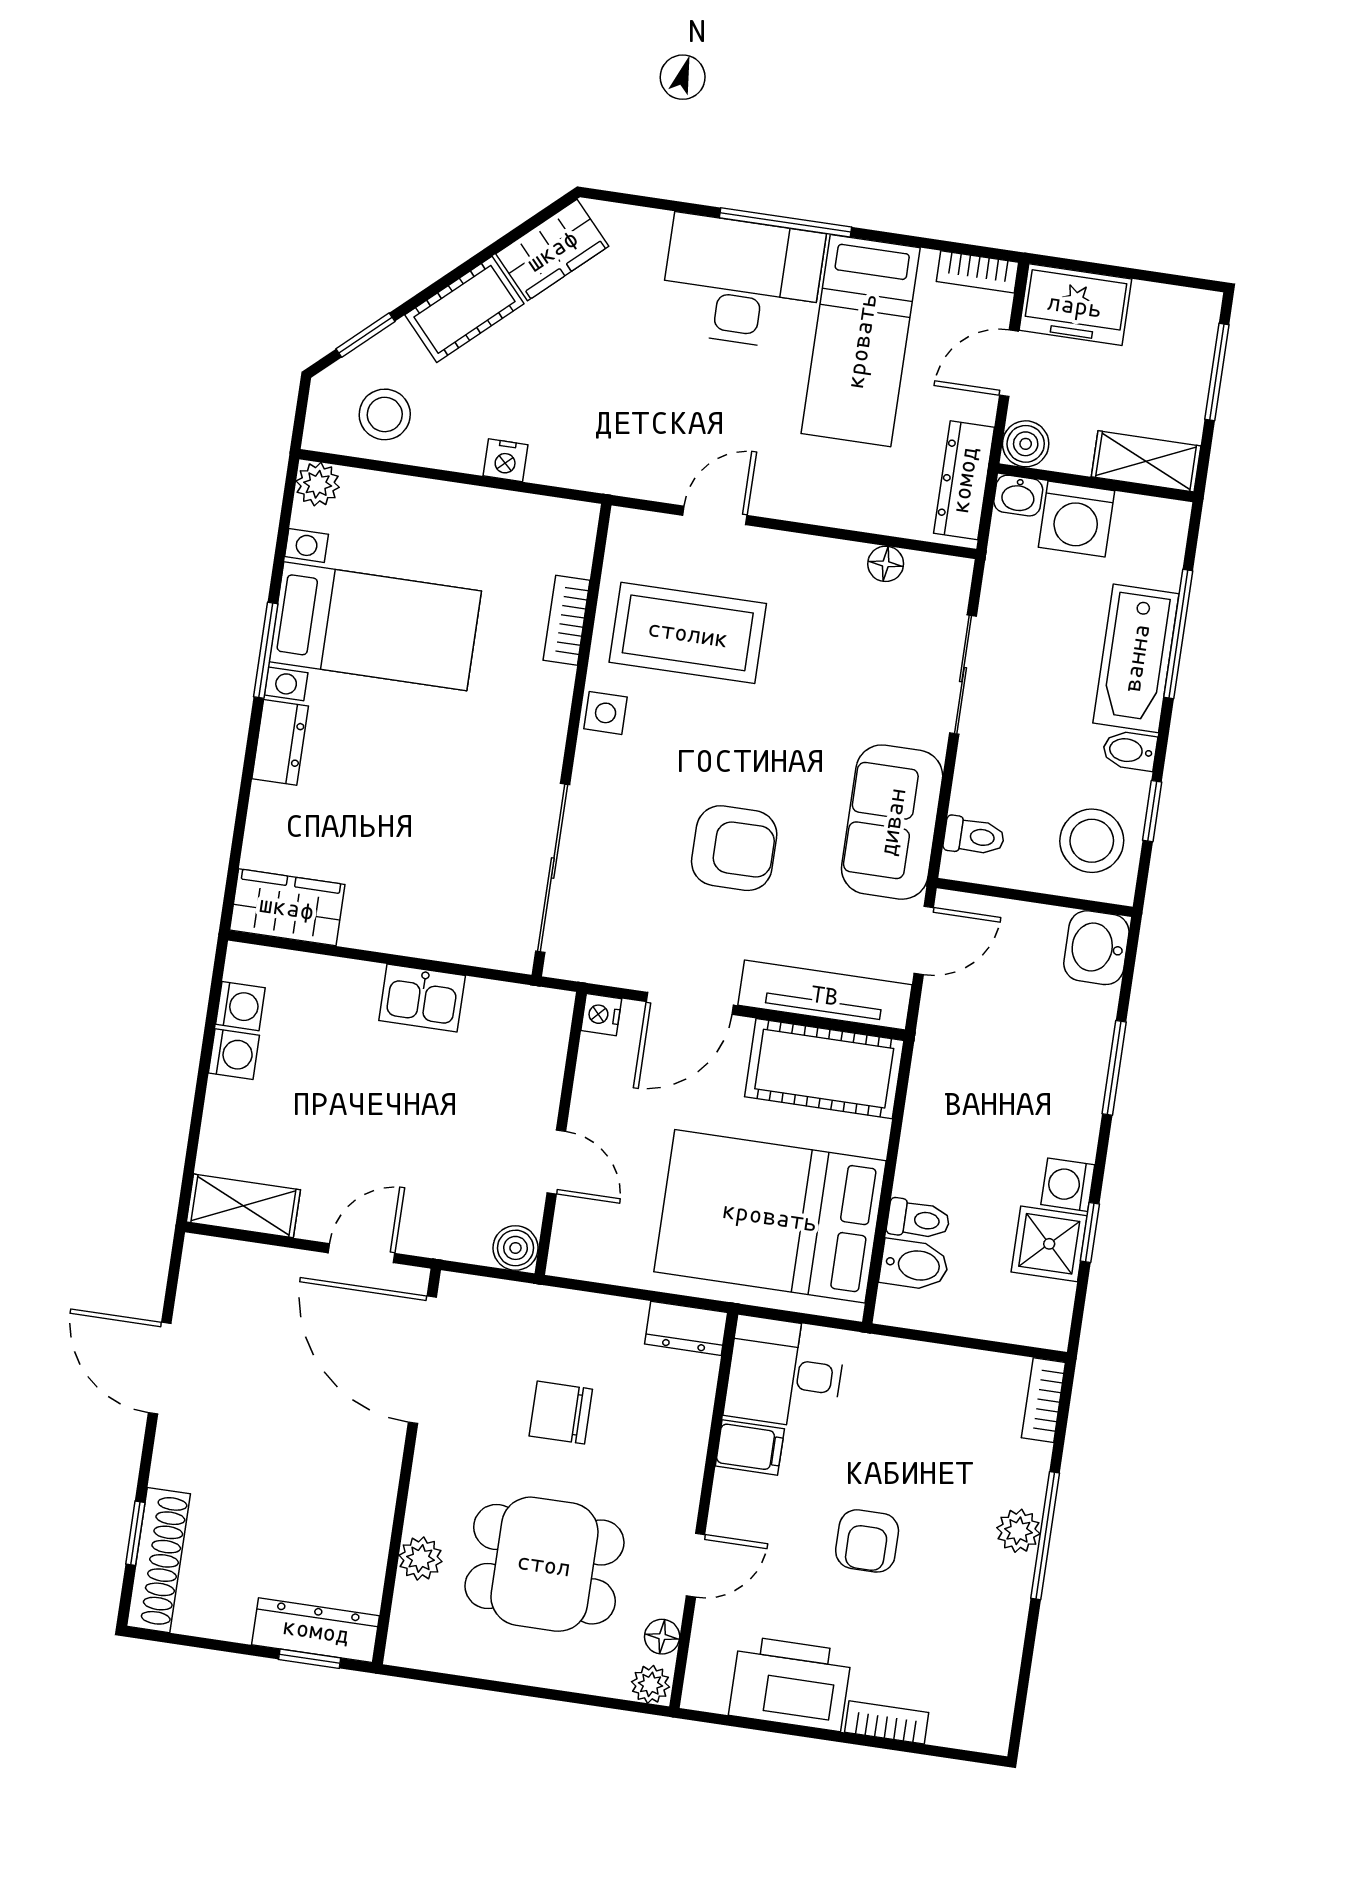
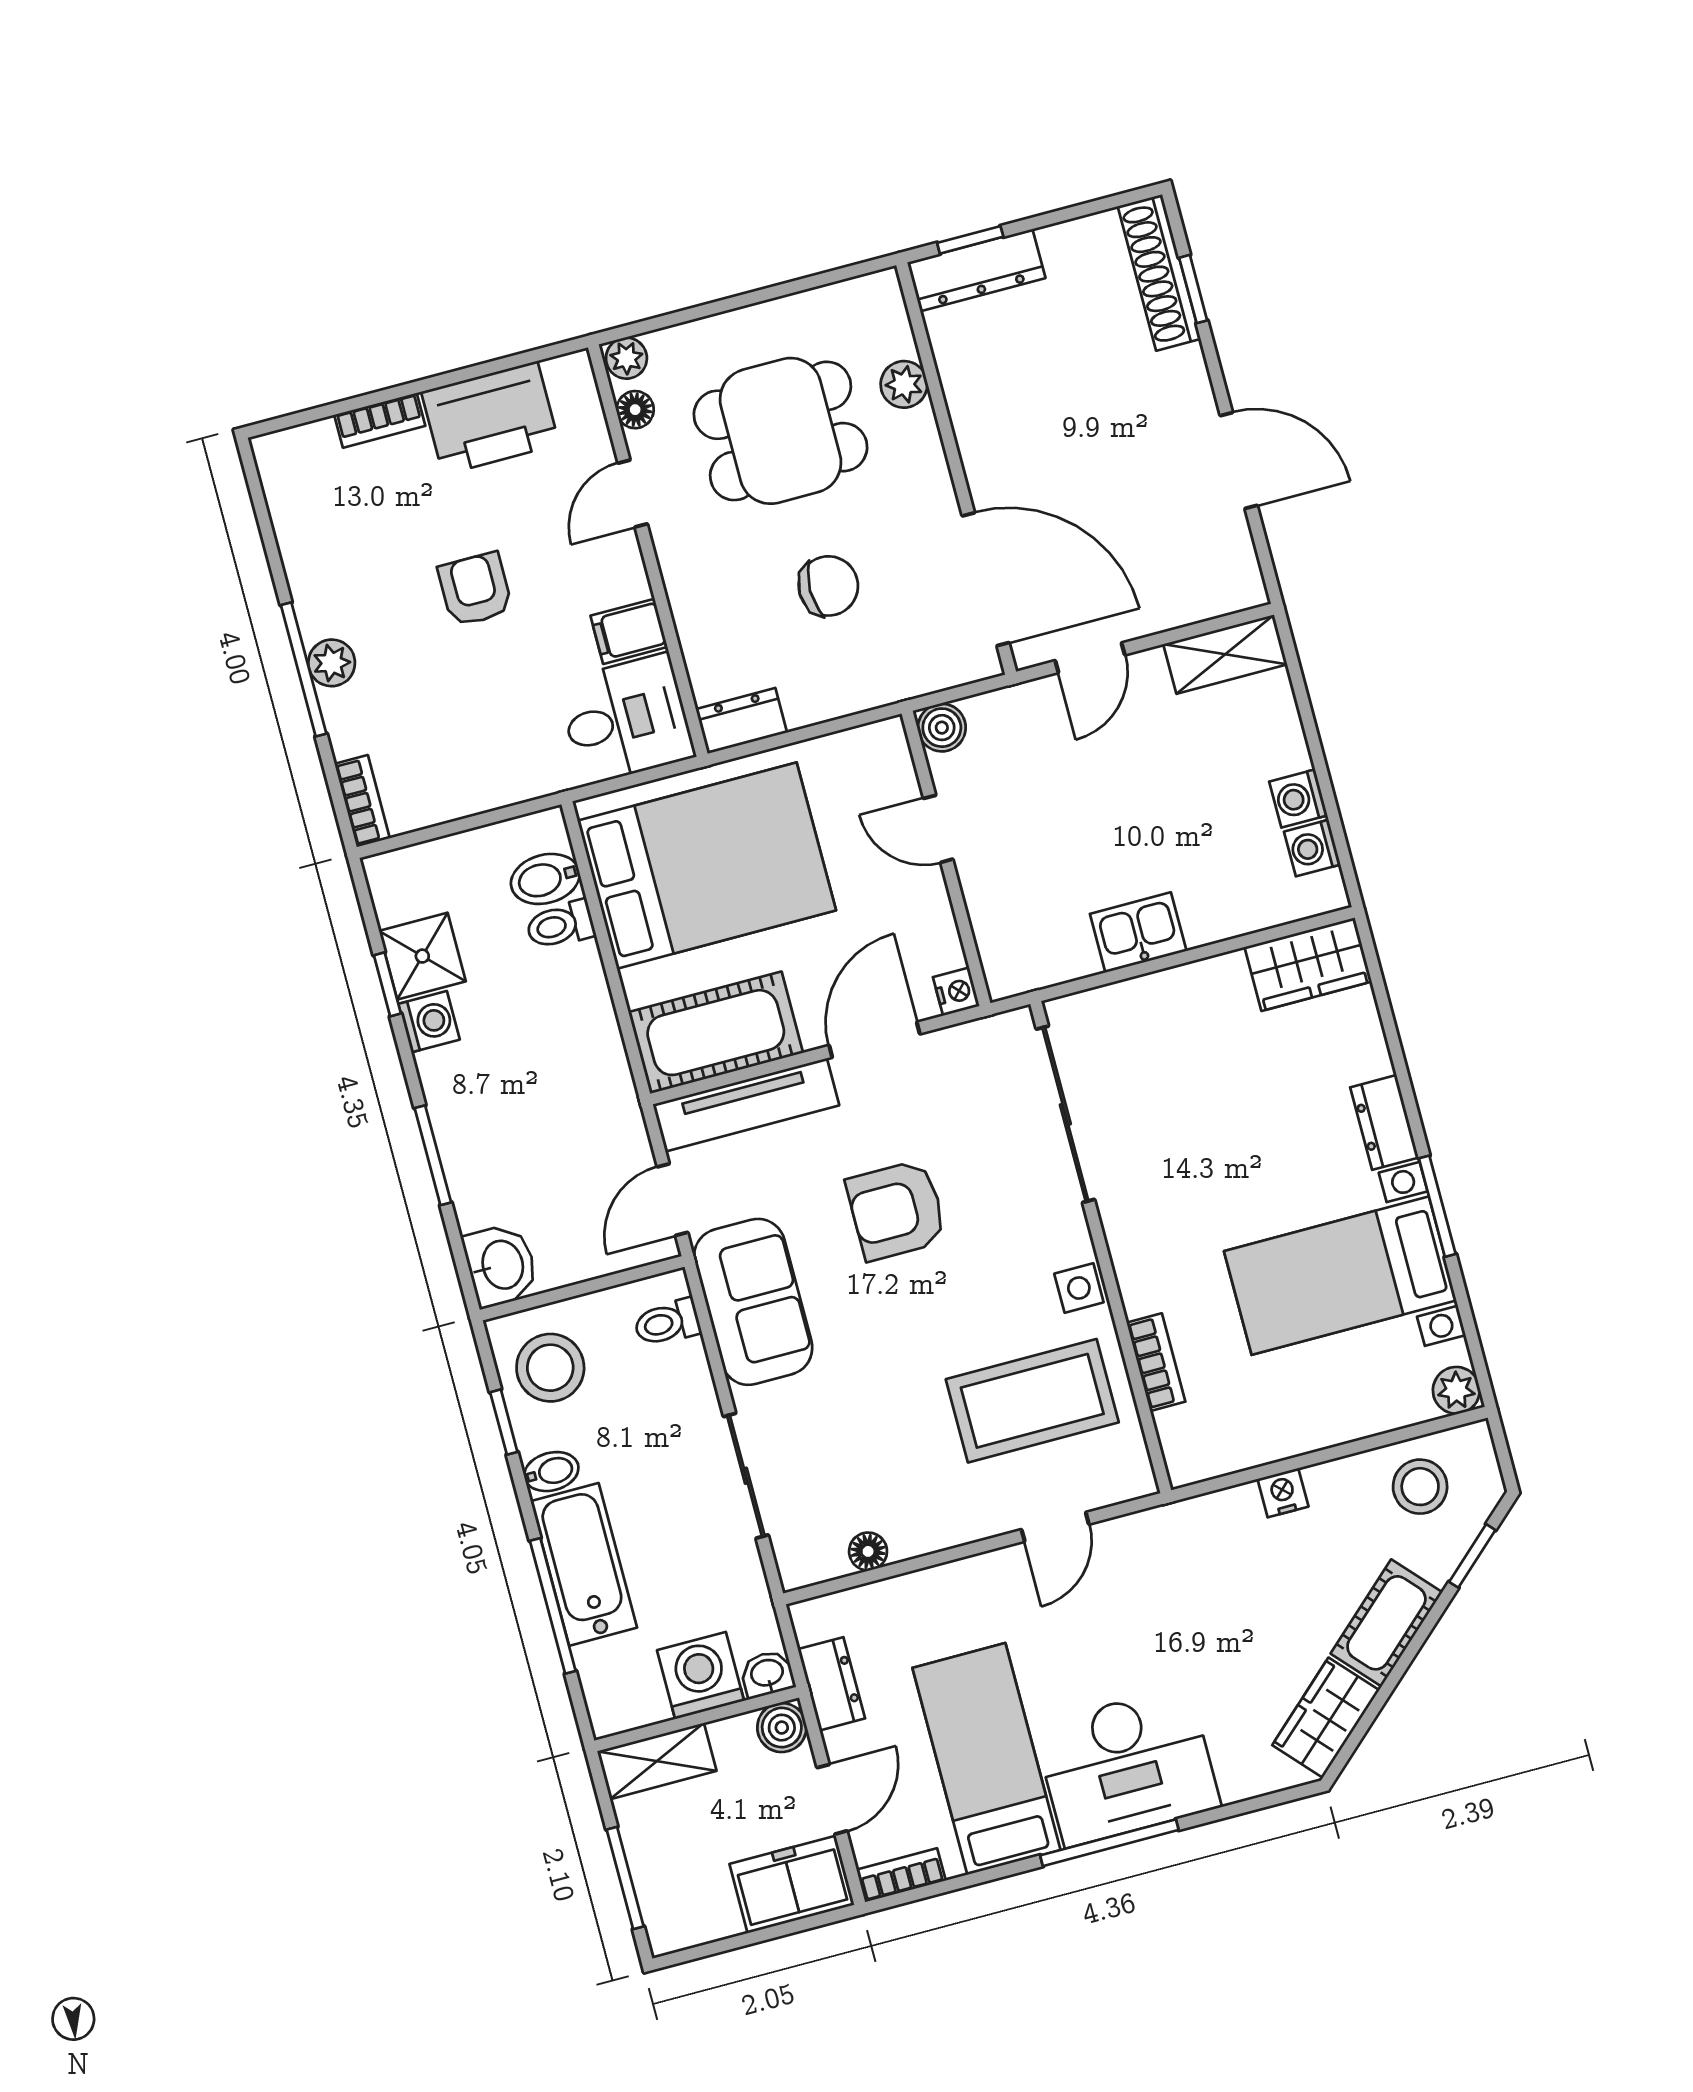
dresser: (964, 480) -> (831, 1684), width x0.70

